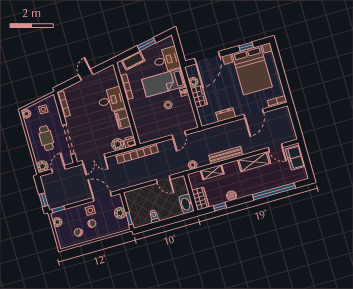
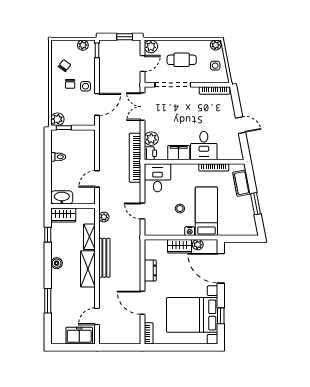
desk: (167, 60) -> (158, 178), moved, turned 180
shelving: (254, 162) -> (88, 269), moved
door: (58, 169) -> (142, 63), hinge flipped
window: (274, 191) -> (48, 301), width x0.47
boiler: (231, 196) -> (57, 263), moved
window: (44, 200) -> (125, 37), moved
plant: (120, 213) -> (57, 119), moved

